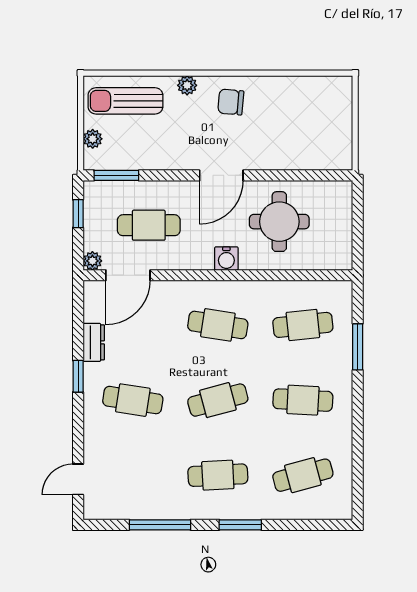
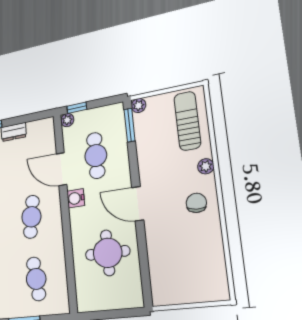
plant: (93, 139) -> (138, 106), moved
window: (78, 214) -> (77, 108), moved
water cooler: (226, 259) -> (76, 198), moved
door: (128, 275) -> (62, 169), moved

